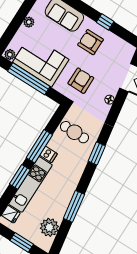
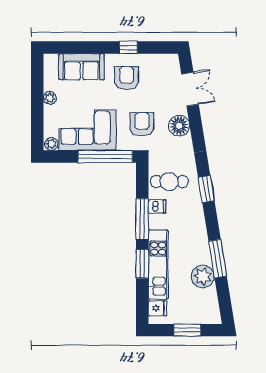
armchair: (90, 42) -> (127, 78), turned 90
window: (29, 79) -> (105, 157), moved
floor lamp: (110, 100) -> (179, 126), width x1.89, depth x1.89
dishwasher: (48, 154) -> (157, 206), moved
plant: (49, 227) -> (203, 277), moved

